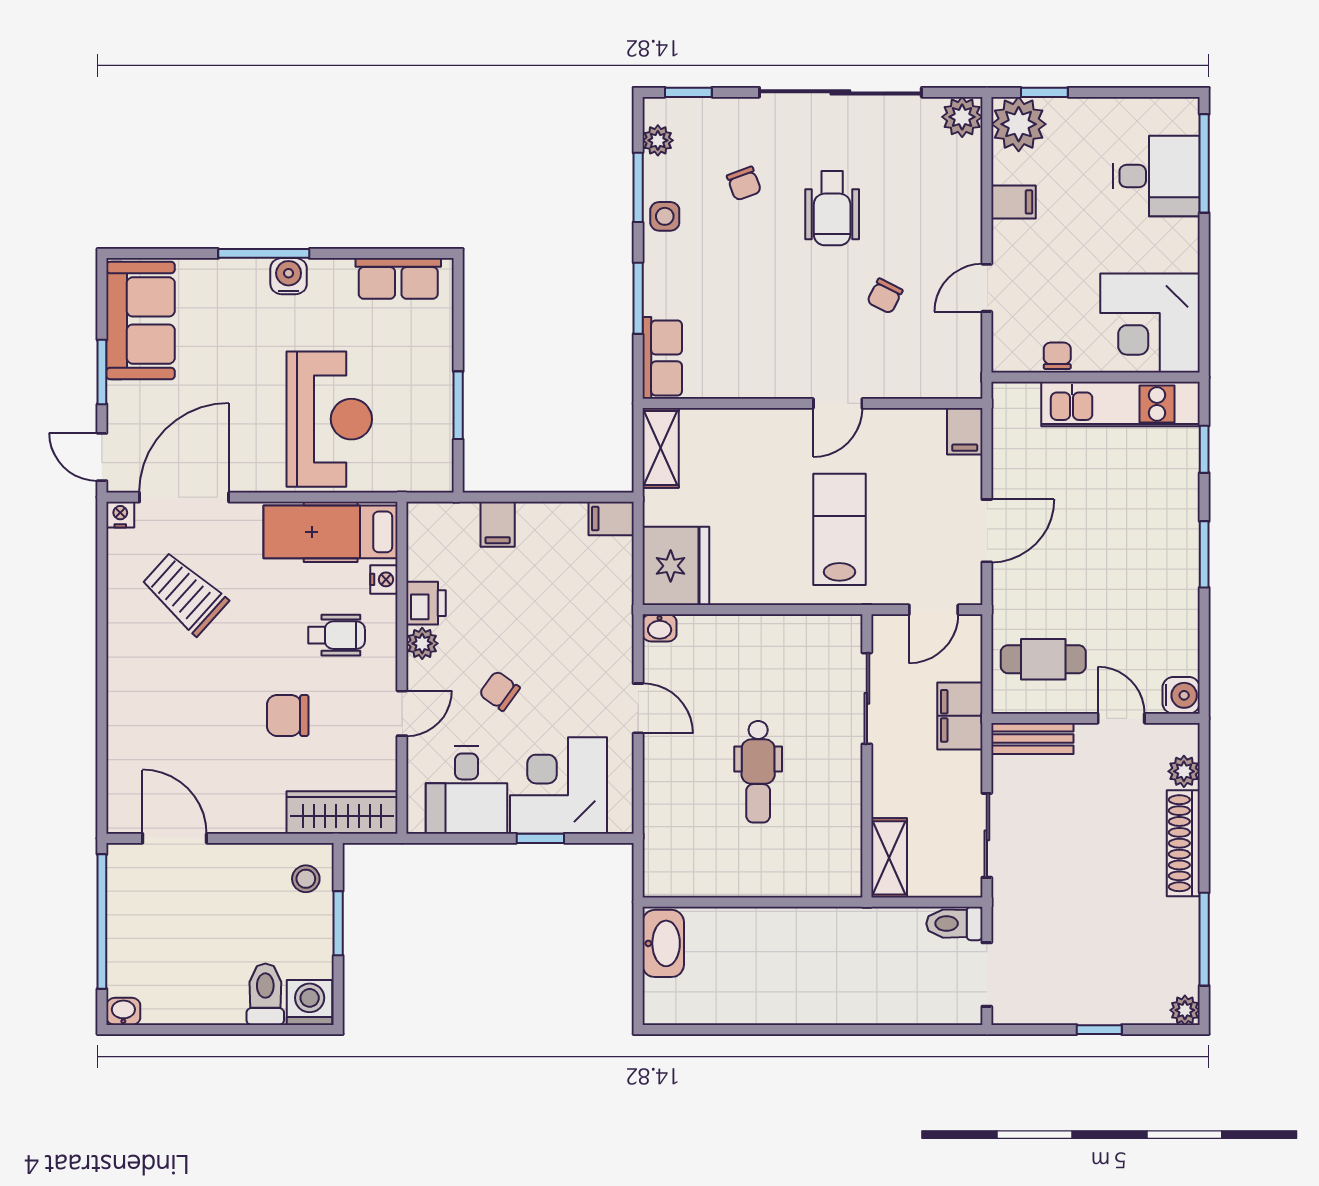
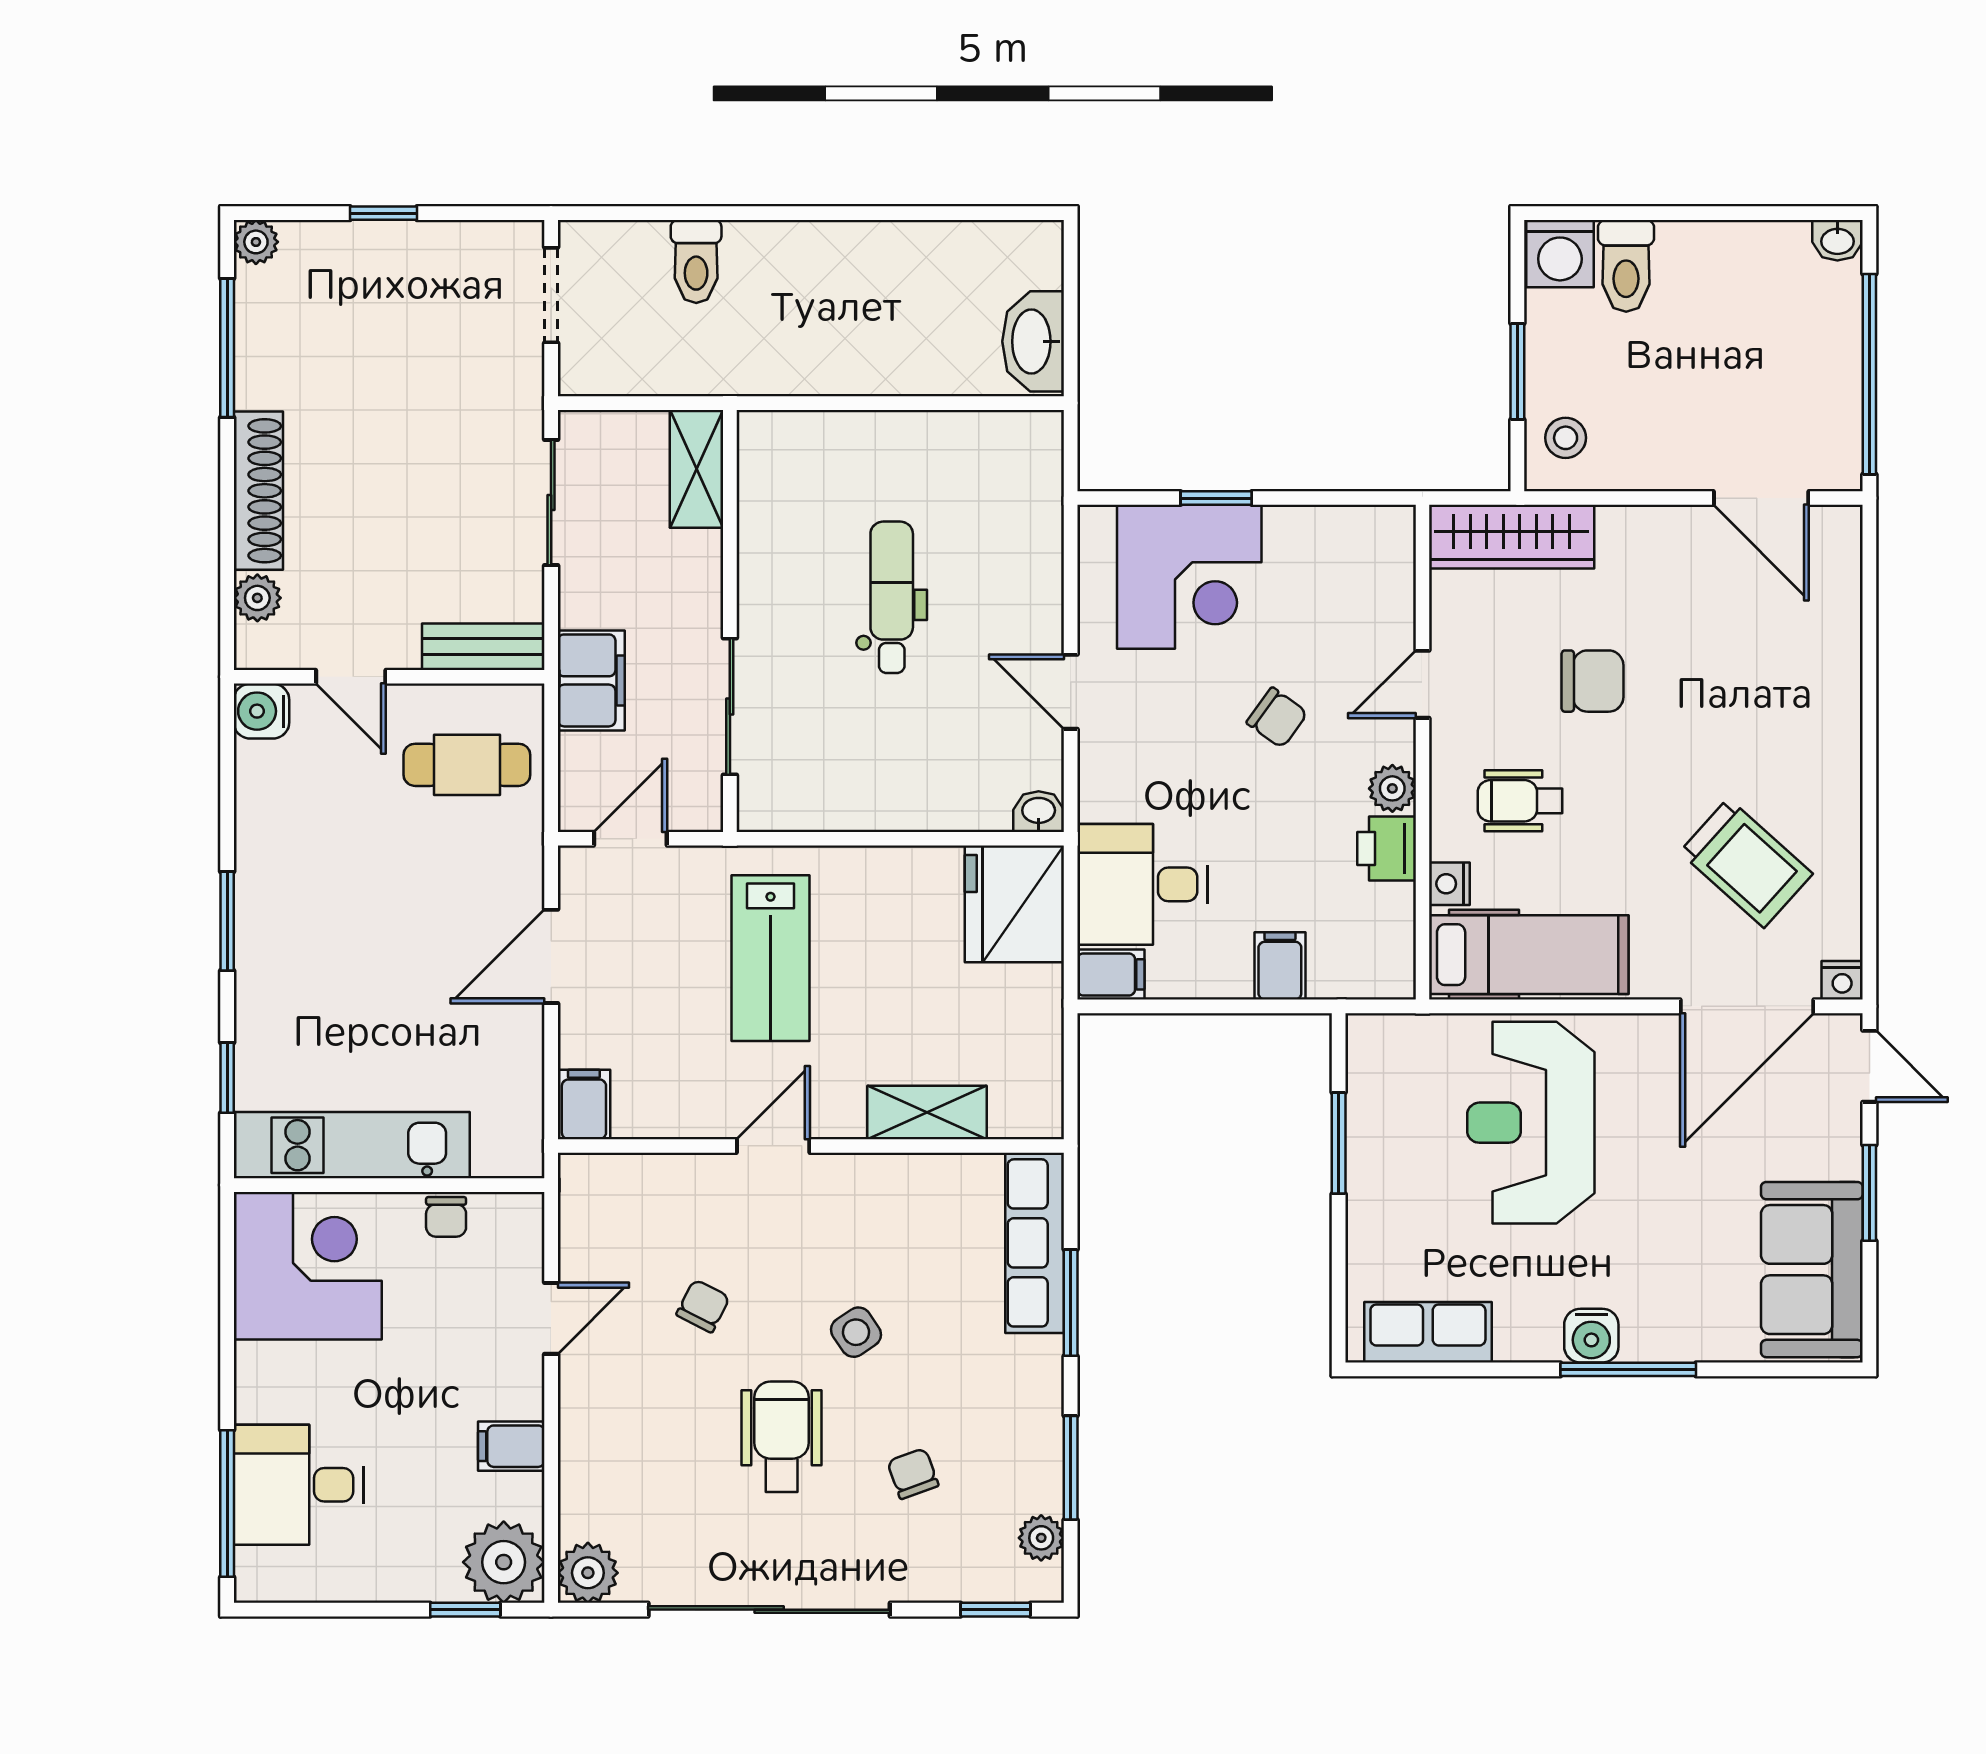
side table: (665, 216) -> (856, 1332), moved, turned -34
row of seats: (662, 358) -> (1035, 1243), width x1.48
shelving: (661, 448) -> (927, 1112), moved, turned 90
desk: (466, 790) -> (1142, 884), moved, turned -90
toilet: (954, 924) -> (696, 261), moved, turned 90

